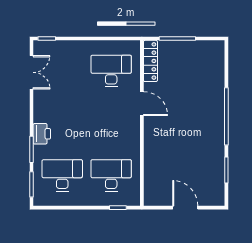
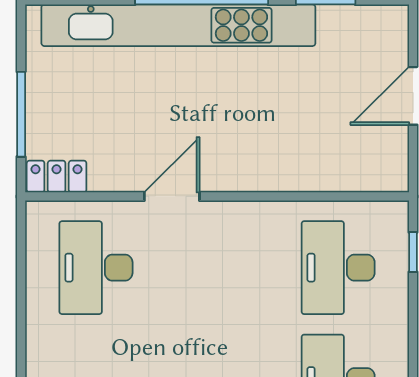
locker: (150, 61) -> (57, 177), width x0.66
kitchen unit: (216, 106) -> (178, 25), added

